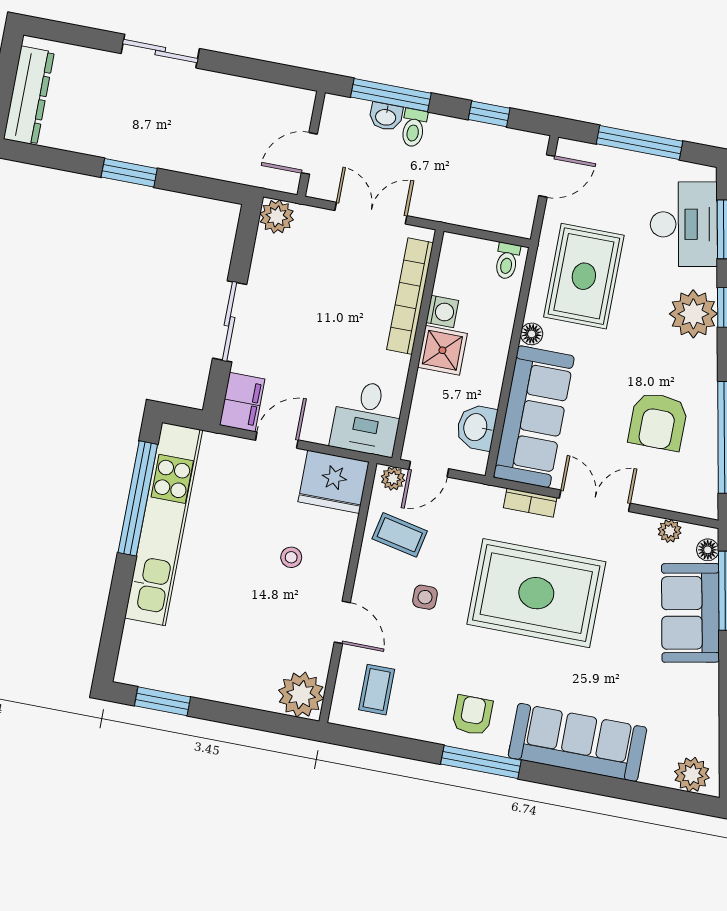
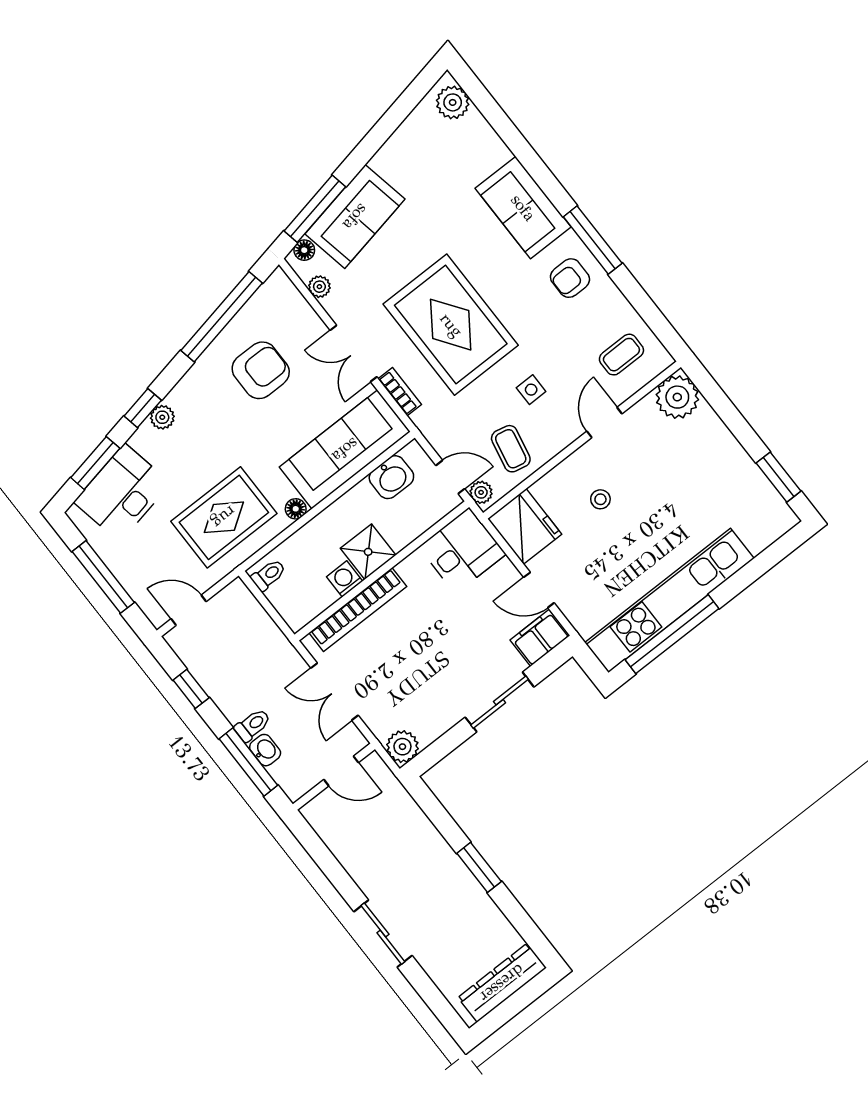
plant: (693, 314) -> (162, 417), width x0.53, depth x0.53
sofa: (578, 742) -> (523, 208), width x0.73

